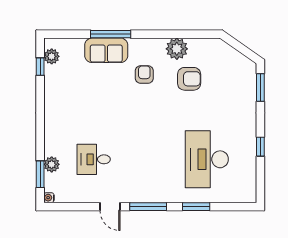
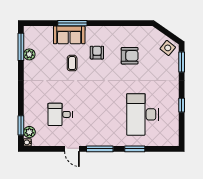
plant: (177, 49) -> (121, 34), removed
plant: (52, 56) -> (29, 54), moved
window: (40, 67) -> (21, 47), width x2.17
side table: (241, 68) -> (168, 48), added
coffee table: (110, 89) -> (72, 63), added
plant: (52, 164) -> (29, 132), moved

